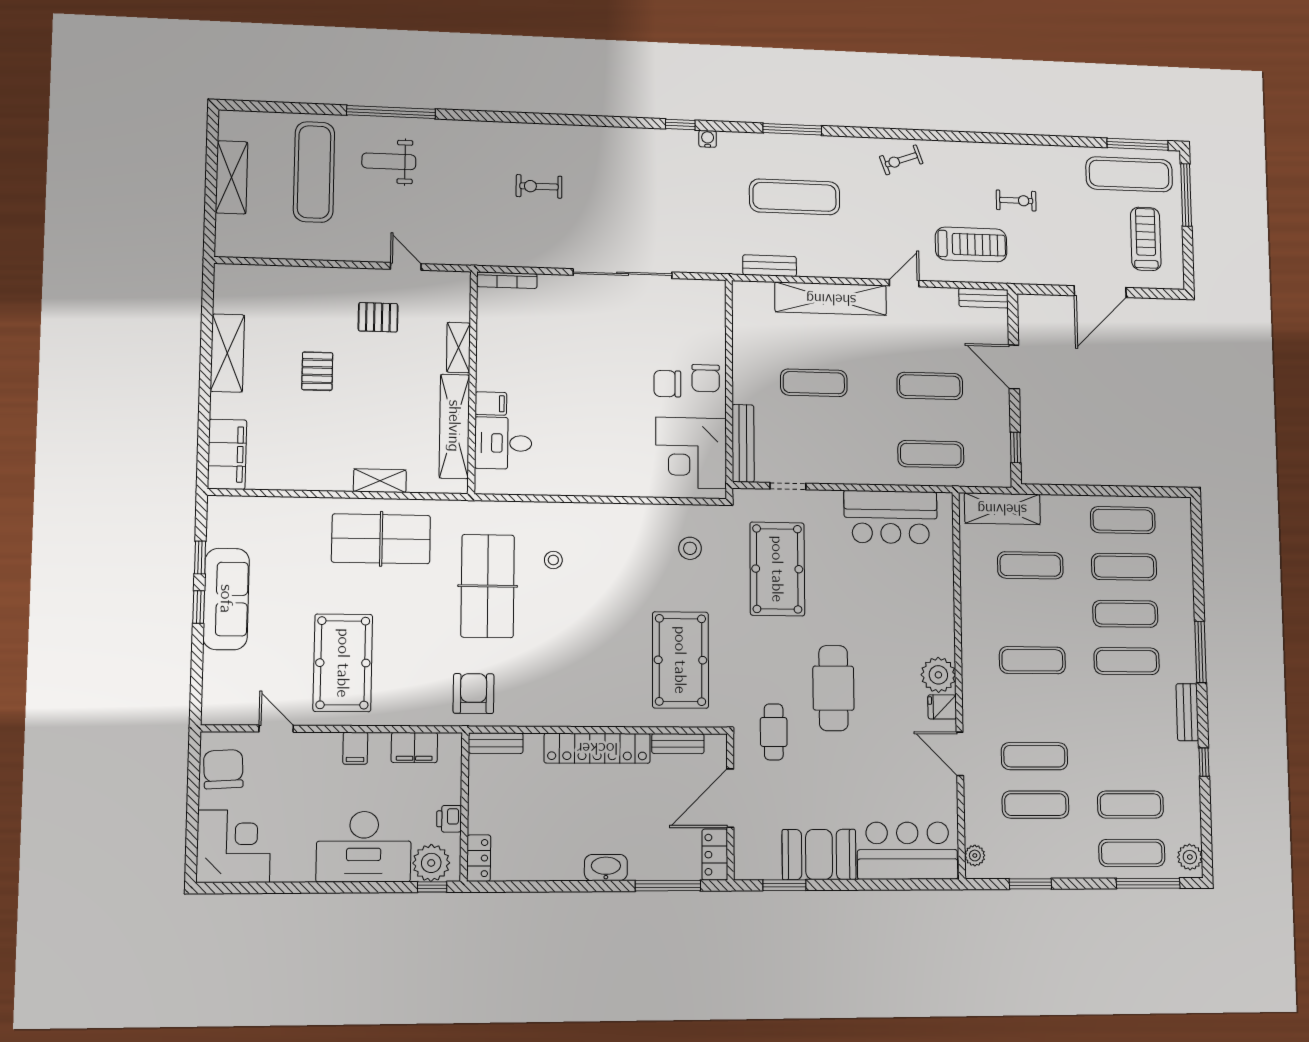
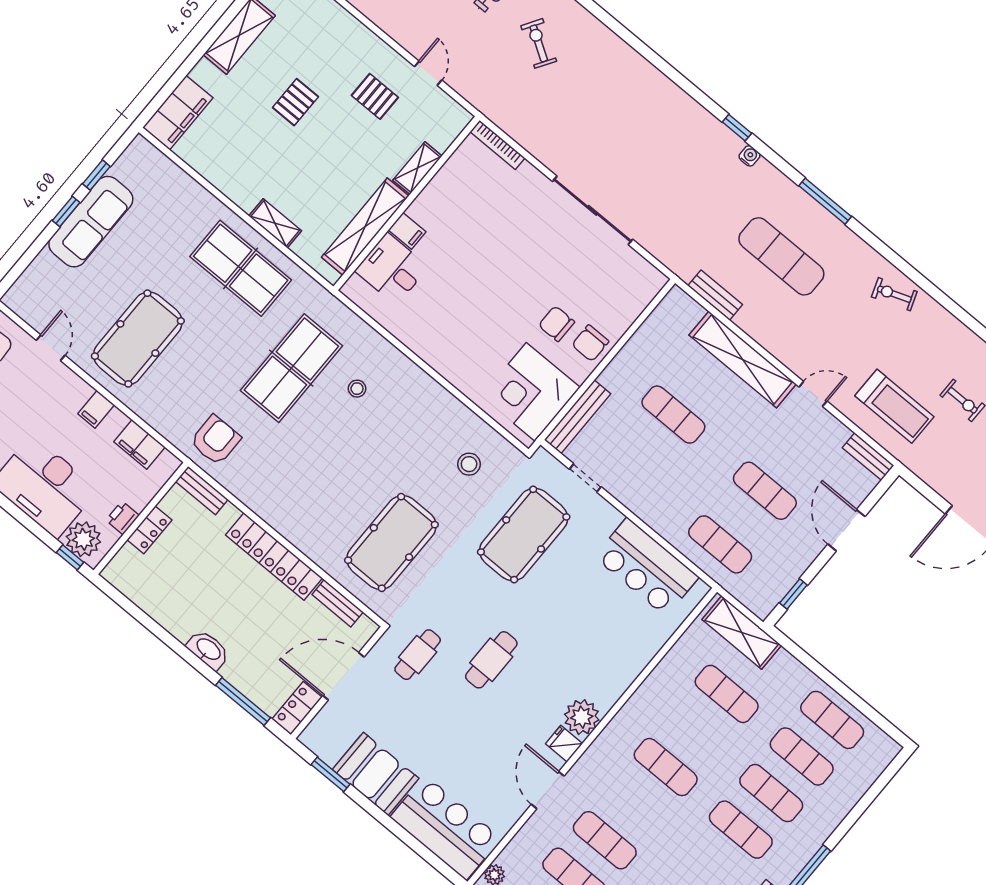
exercise bike: (539, 186) -> (539, 43), moved, turned 32
cafe table: (833, 688) -> (491, 660), width x0.73, depth x0.74
locker: (479, 858) -> (149, 530), moved

